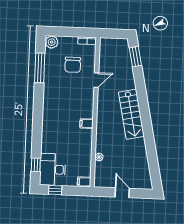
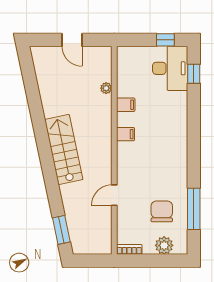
plant: (52, 42) -> (164, 245), moved
chair: (73, 65) -> (162, 211), moved
filing cabinet: (84, 182) -> (126, 105), moved

